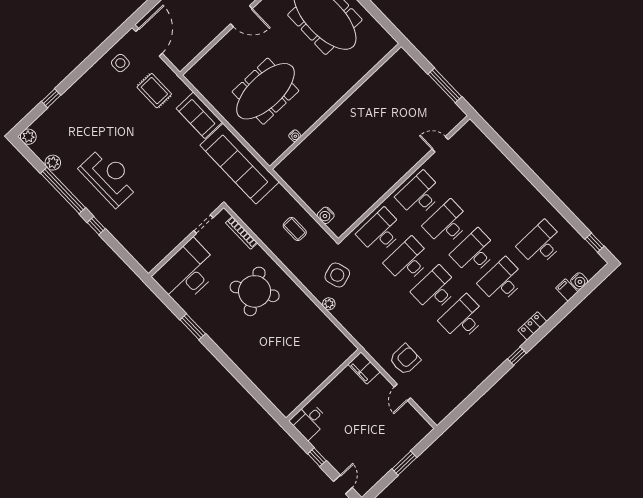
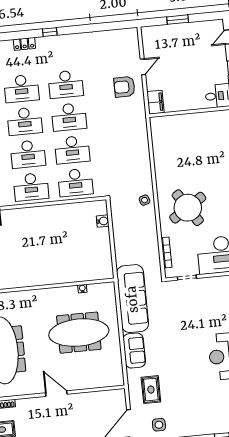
coffee table: (295, 229) -> (130, 228), removed
side table: (337, 275) -> (144, 200), moved, width x0.54, depth x0.54
plant: (329, 304) -> (146, 162), removed

